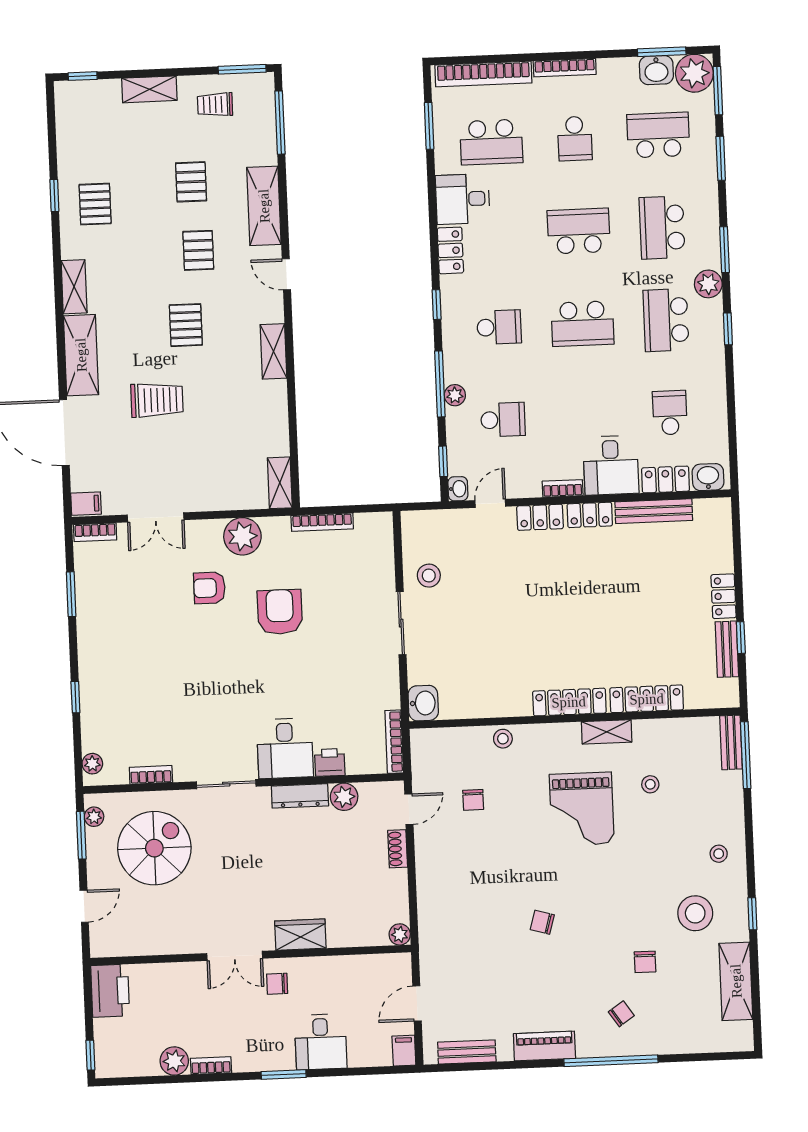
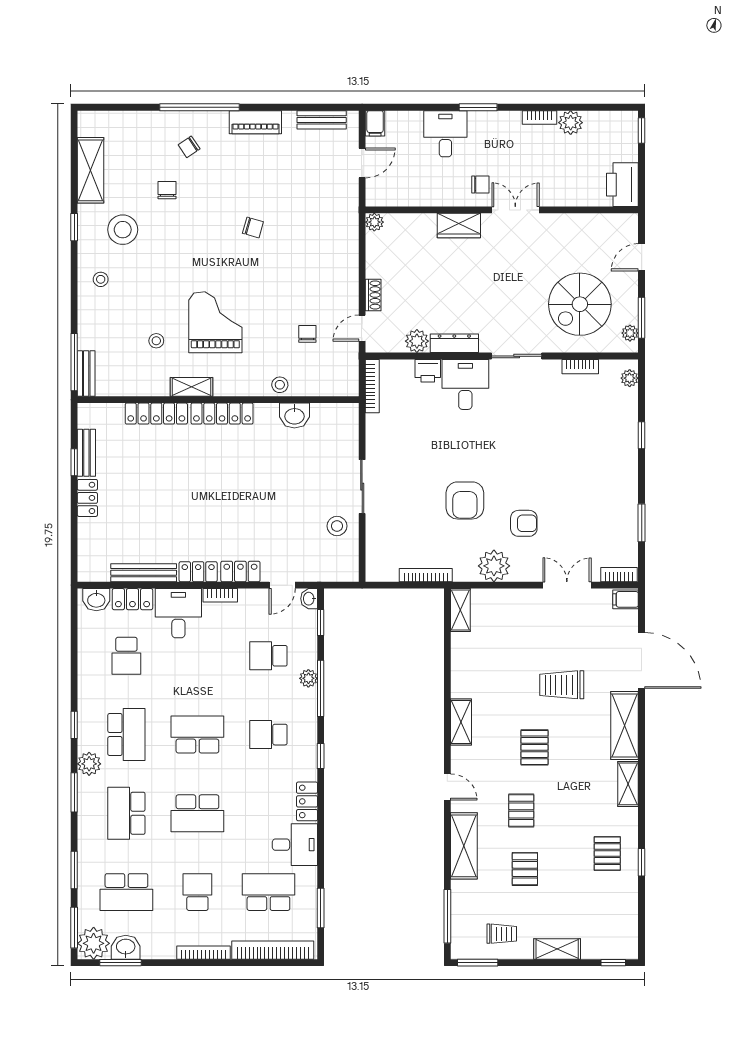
school desk: (662, 228) -> (126, 813), turned 180
washbasin: (423, 703) -> (294, 416), moved, turned -90

